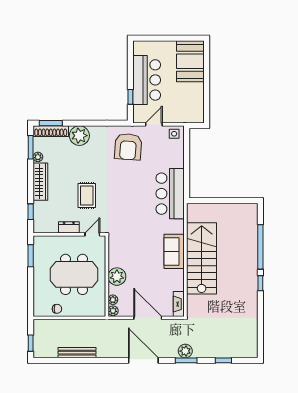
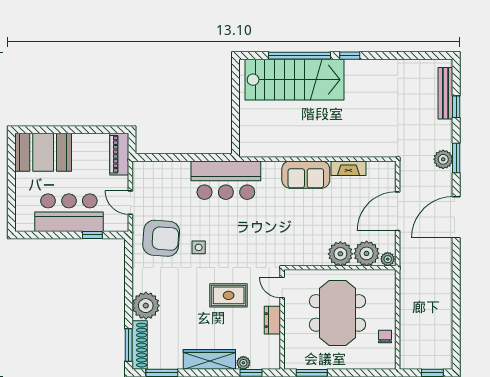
piano: (189, 116) -> (119, 154), added
side table: (174, 134) -> (199, 247), moved
plant: (38, 157) -> (243, 363), moved
stairs: (202, 258) -> (294, 80), moved, turned 180
plant: (113, 300) -> (367, 253), width x1.88, depth x1.88
fireplace: (179, 304) -> (348, 168), moved
bench: (77, 353) -> (445, 93), moved

